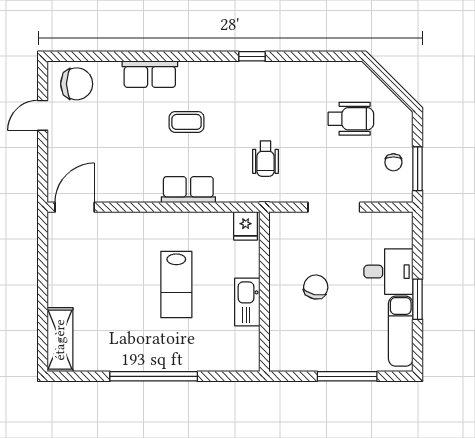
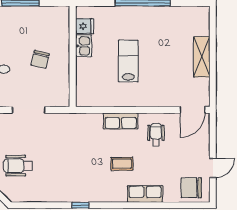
wheelchair: (265, 159) -> (156, 135), moved
fridge: (246, 226) -> (84, 26), moved, turned 90
kitchen sink: (247, 302) -> (83, 46), width x0.73
shelving: (60, 340) -> (202, 57), moved

